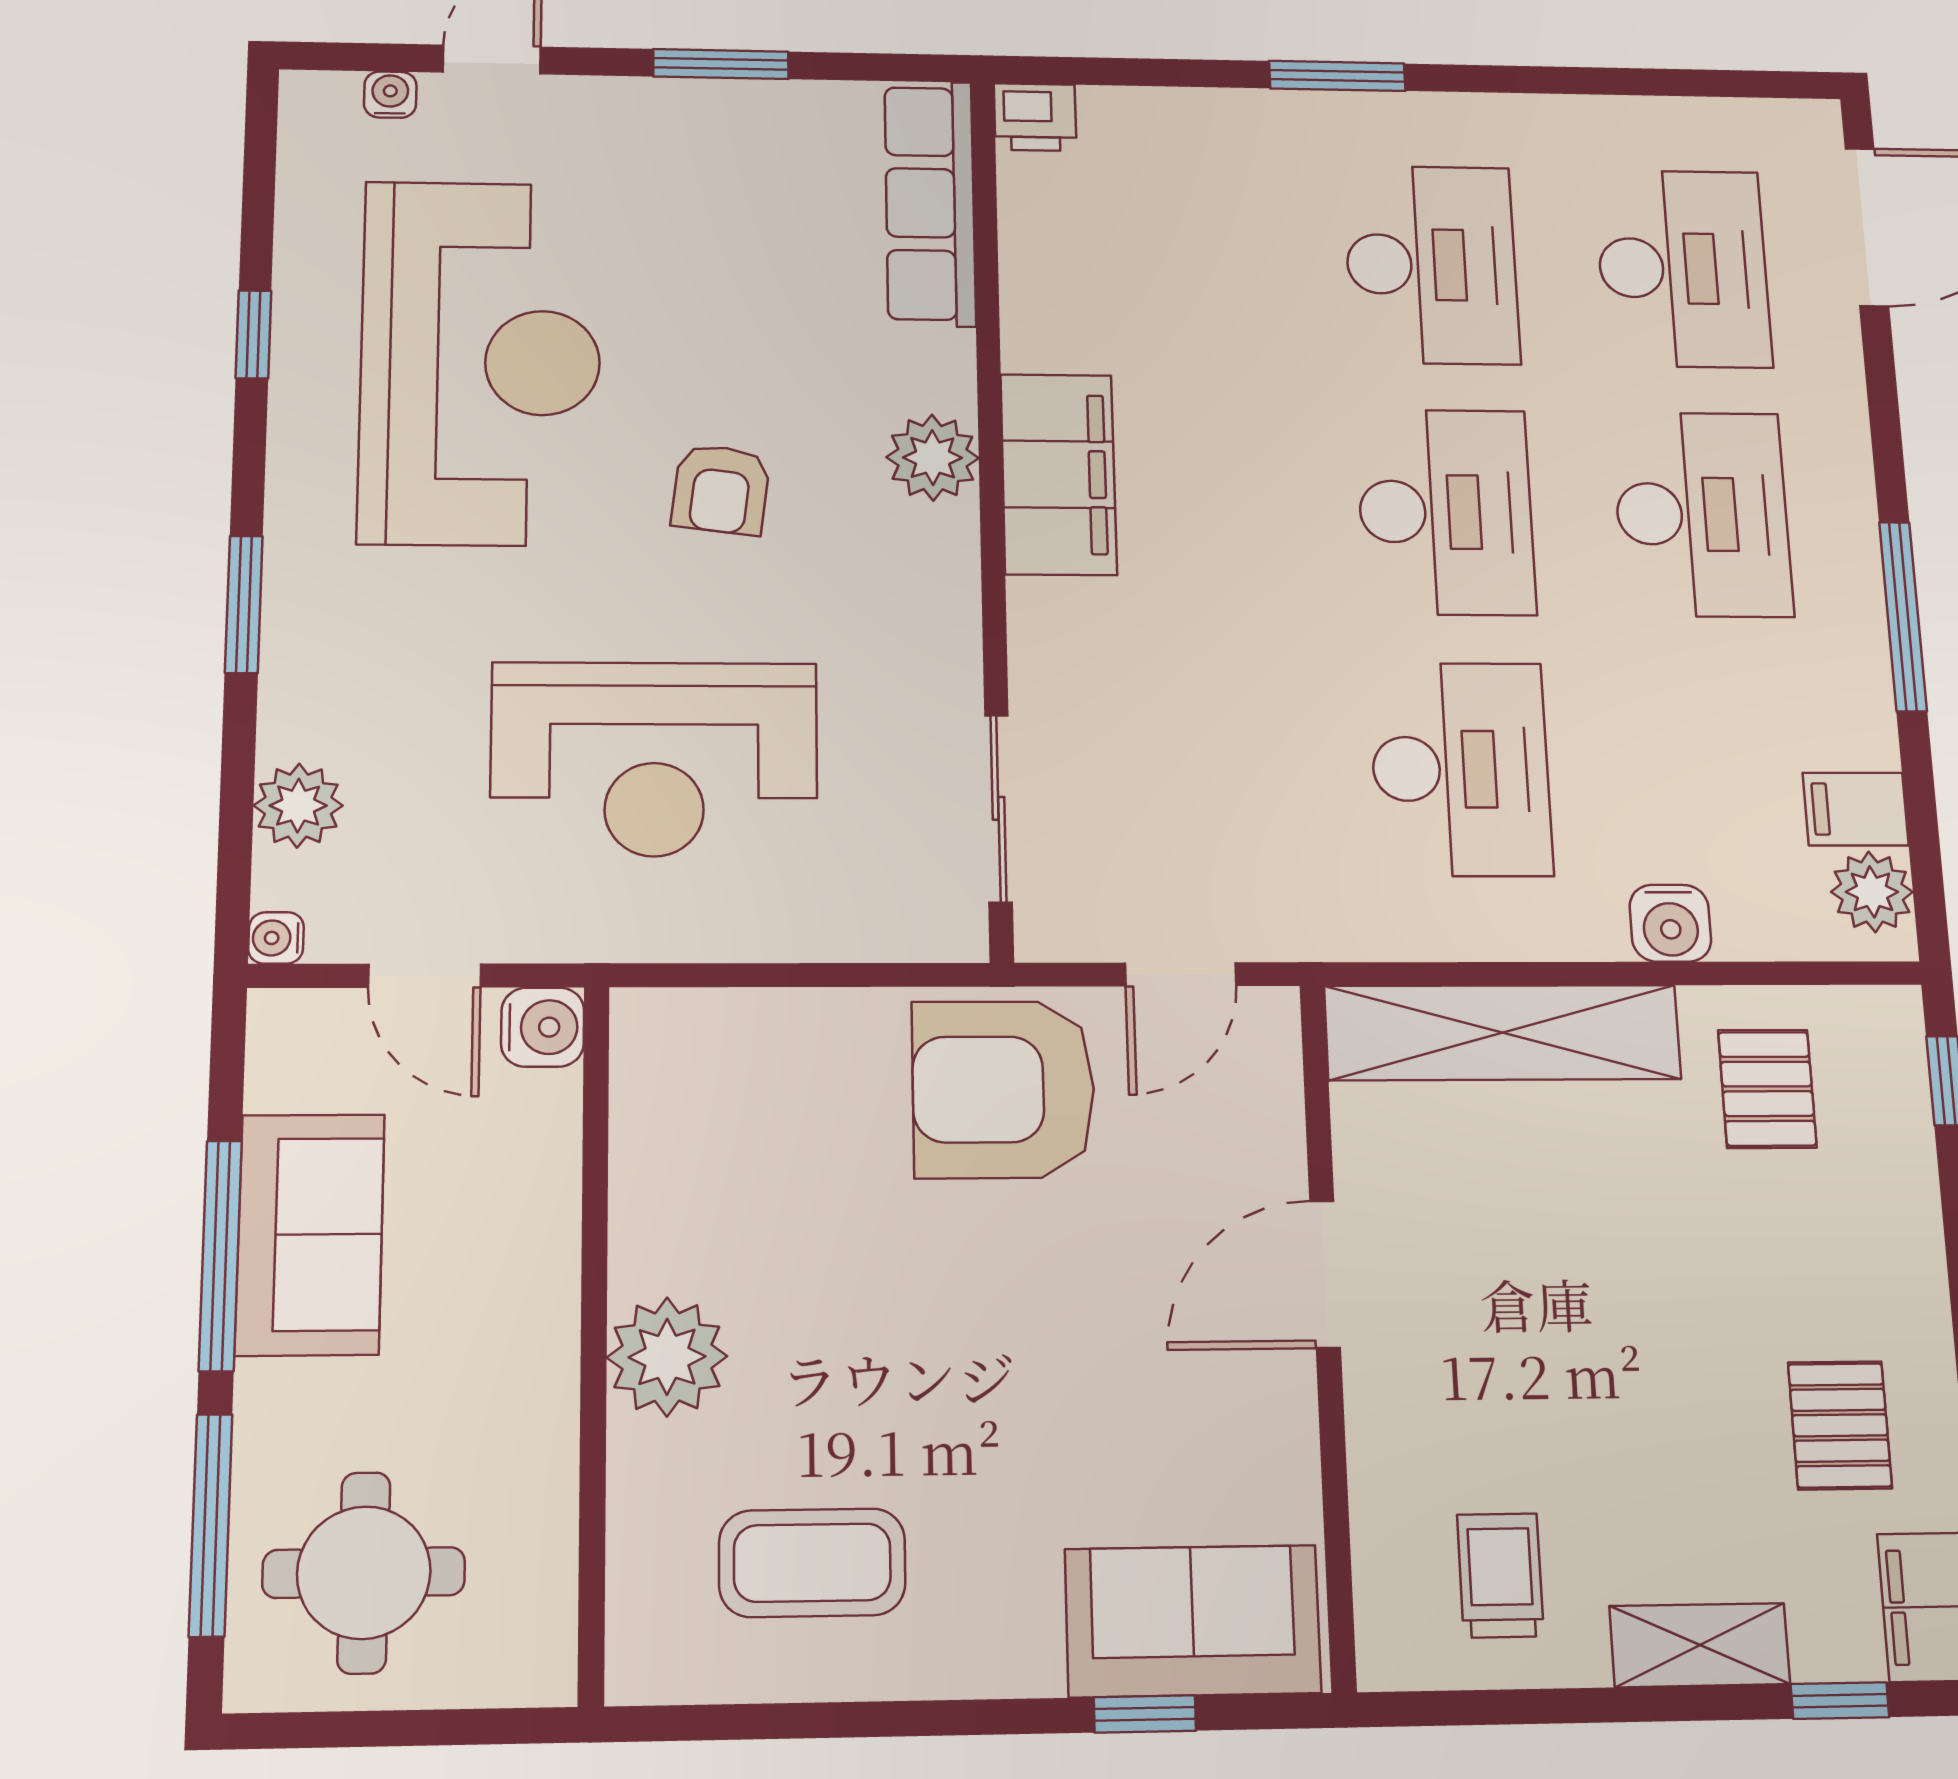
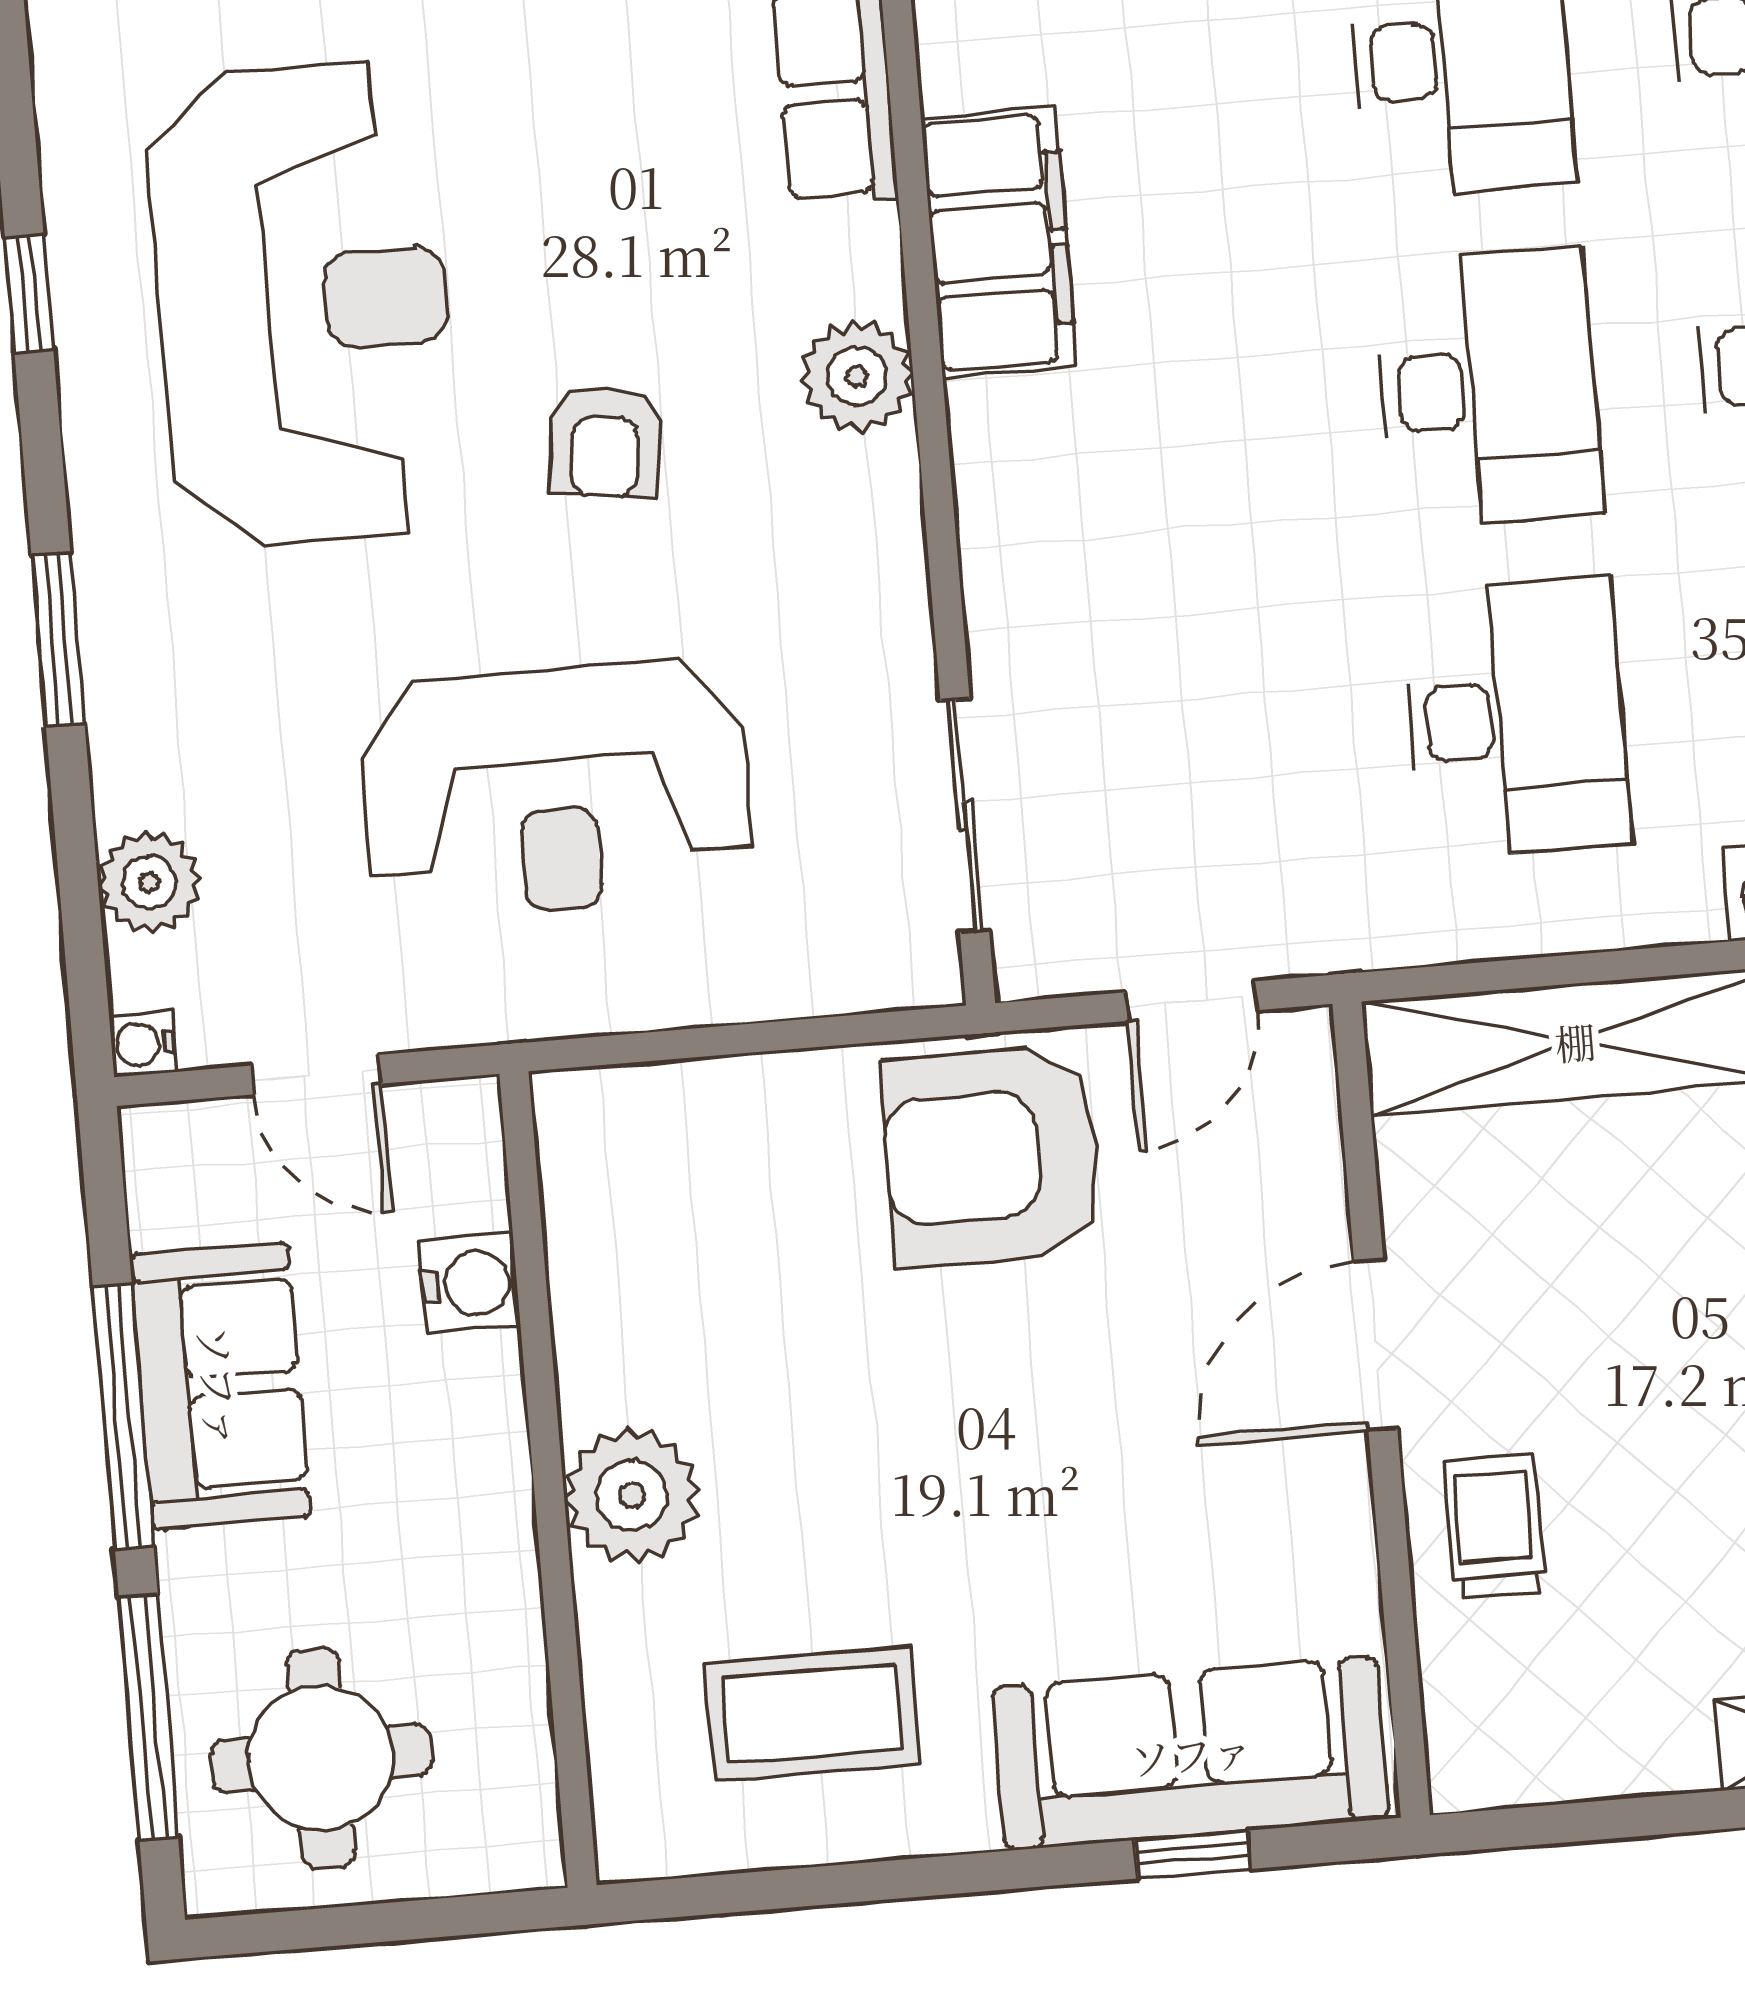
filing cabinet: (1058, 474) -> (999, 242), moved
water cooler: (543, 1027) -> (470, 1284), moved
trolley: (1500, 1575) -> (1495, 1526), moved
sofa: (1193, 1621) -> (1191, 1753), width x1.36

